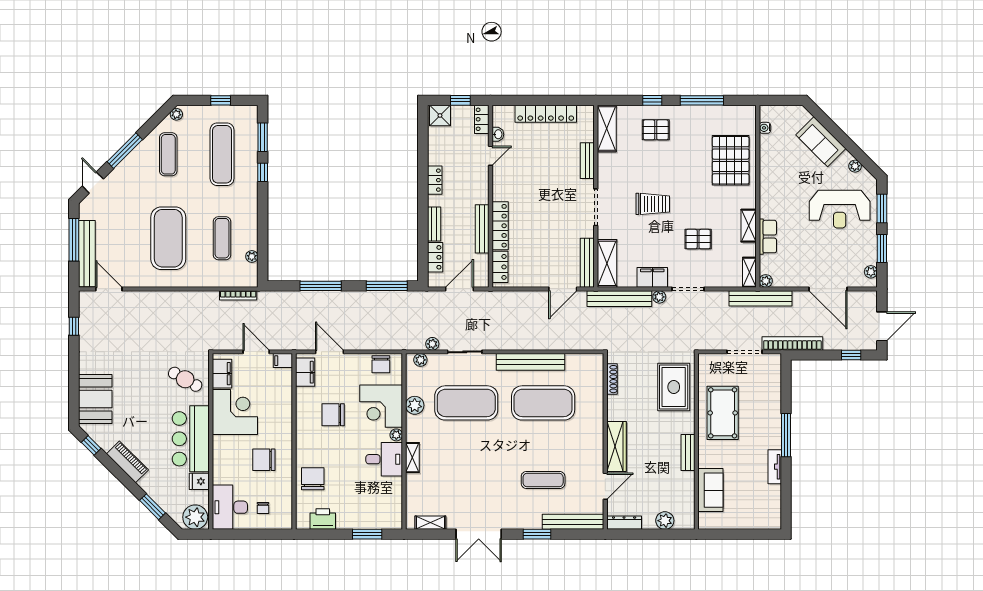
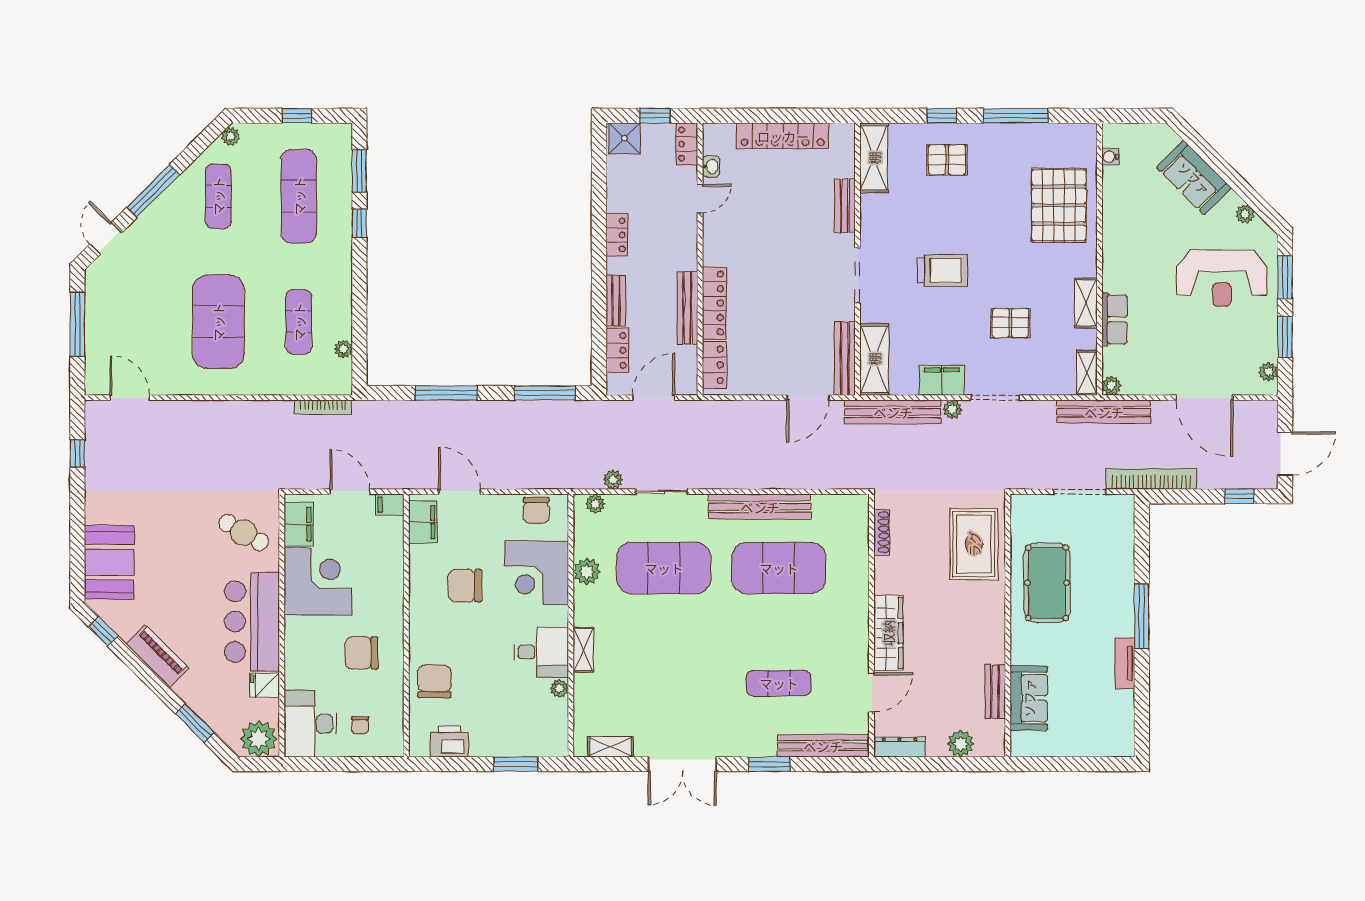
bench: (87, 254) -> (97, 345), removed
plant: (396, 435) -> (559, 688), moved
bench: (688, 452) -> (995, 692), moved

